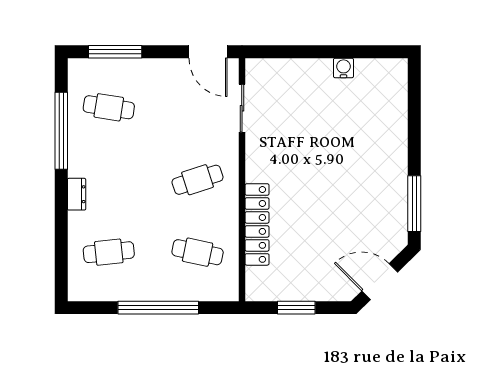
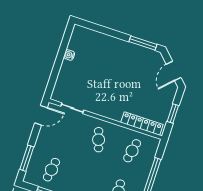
locker: (257, 224) -> (142, 123), moved

